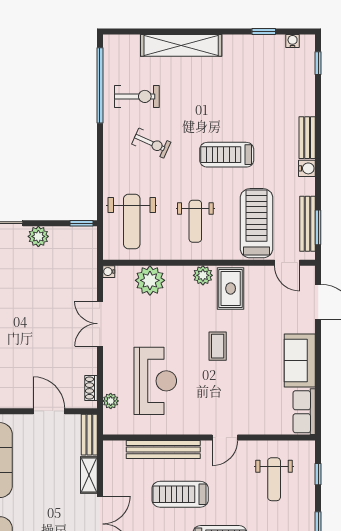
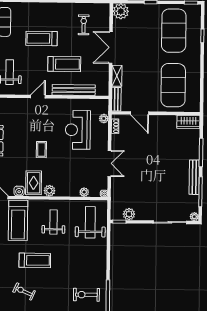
exercise bike: (151, 143) -> (24, 291), moved
plant: (38, 236) -> (129, 214), moved
water cooler: (255, 274) -> (19, 191), added
plant: (150, 280) -> (84, 192), width x0.53, depth x0.53

